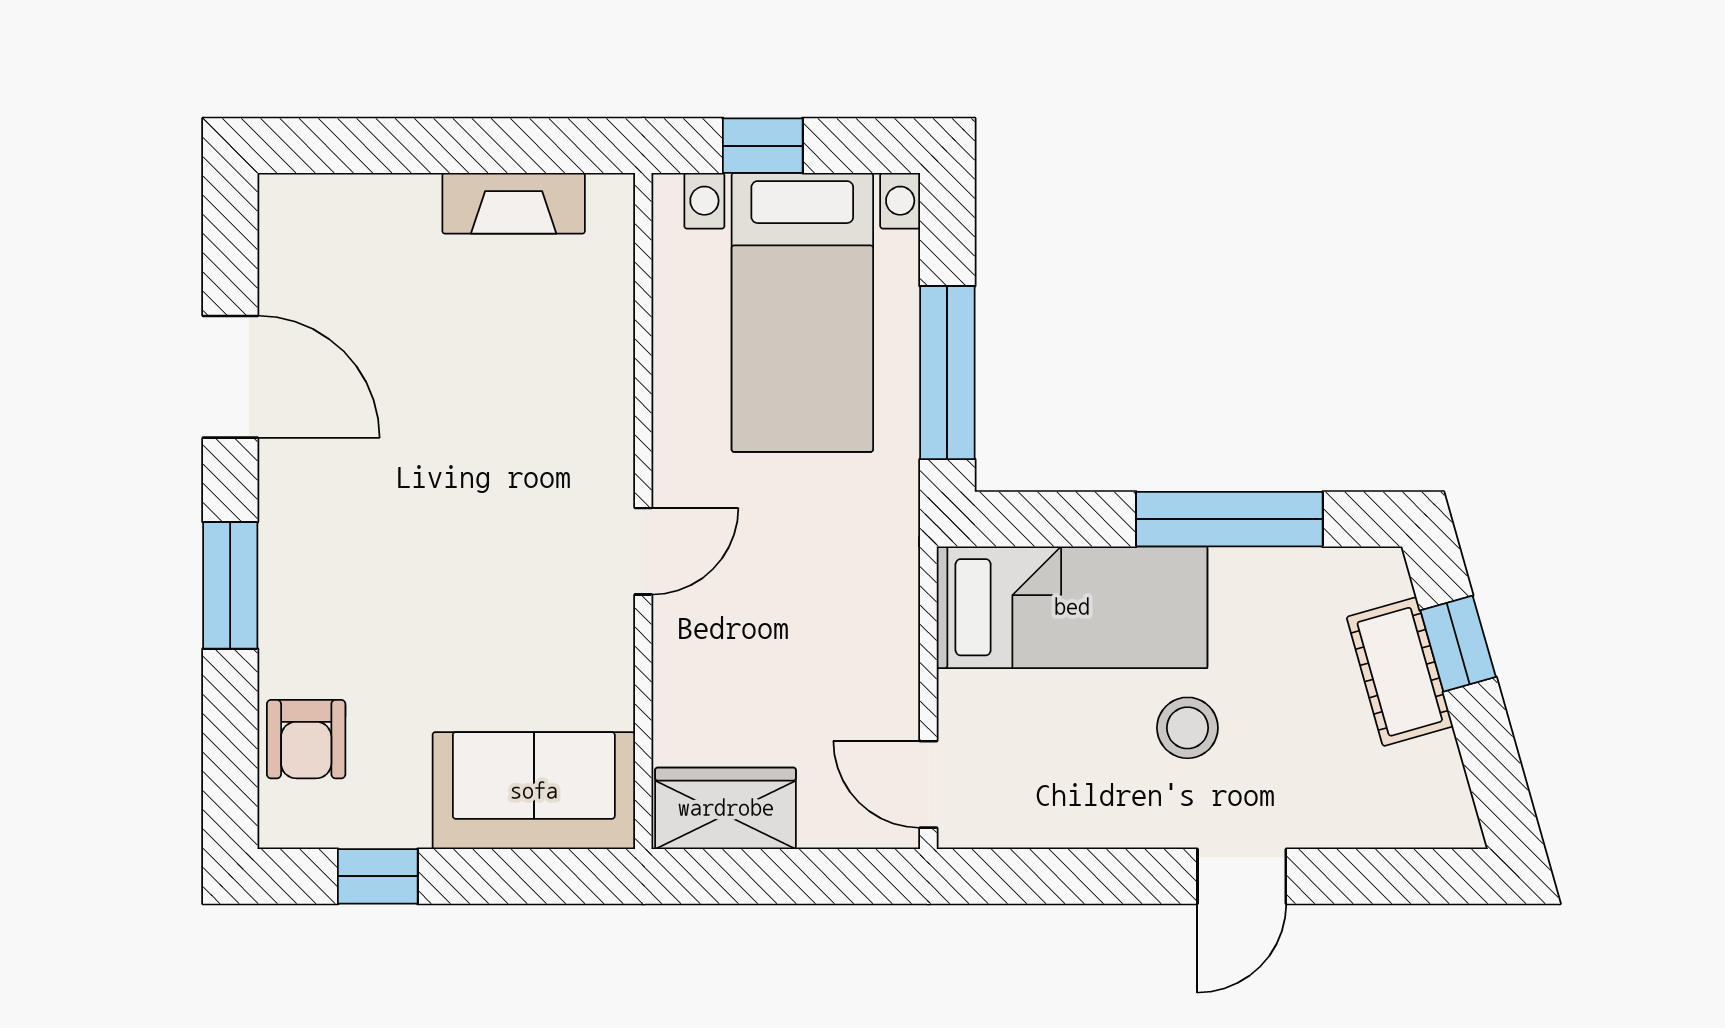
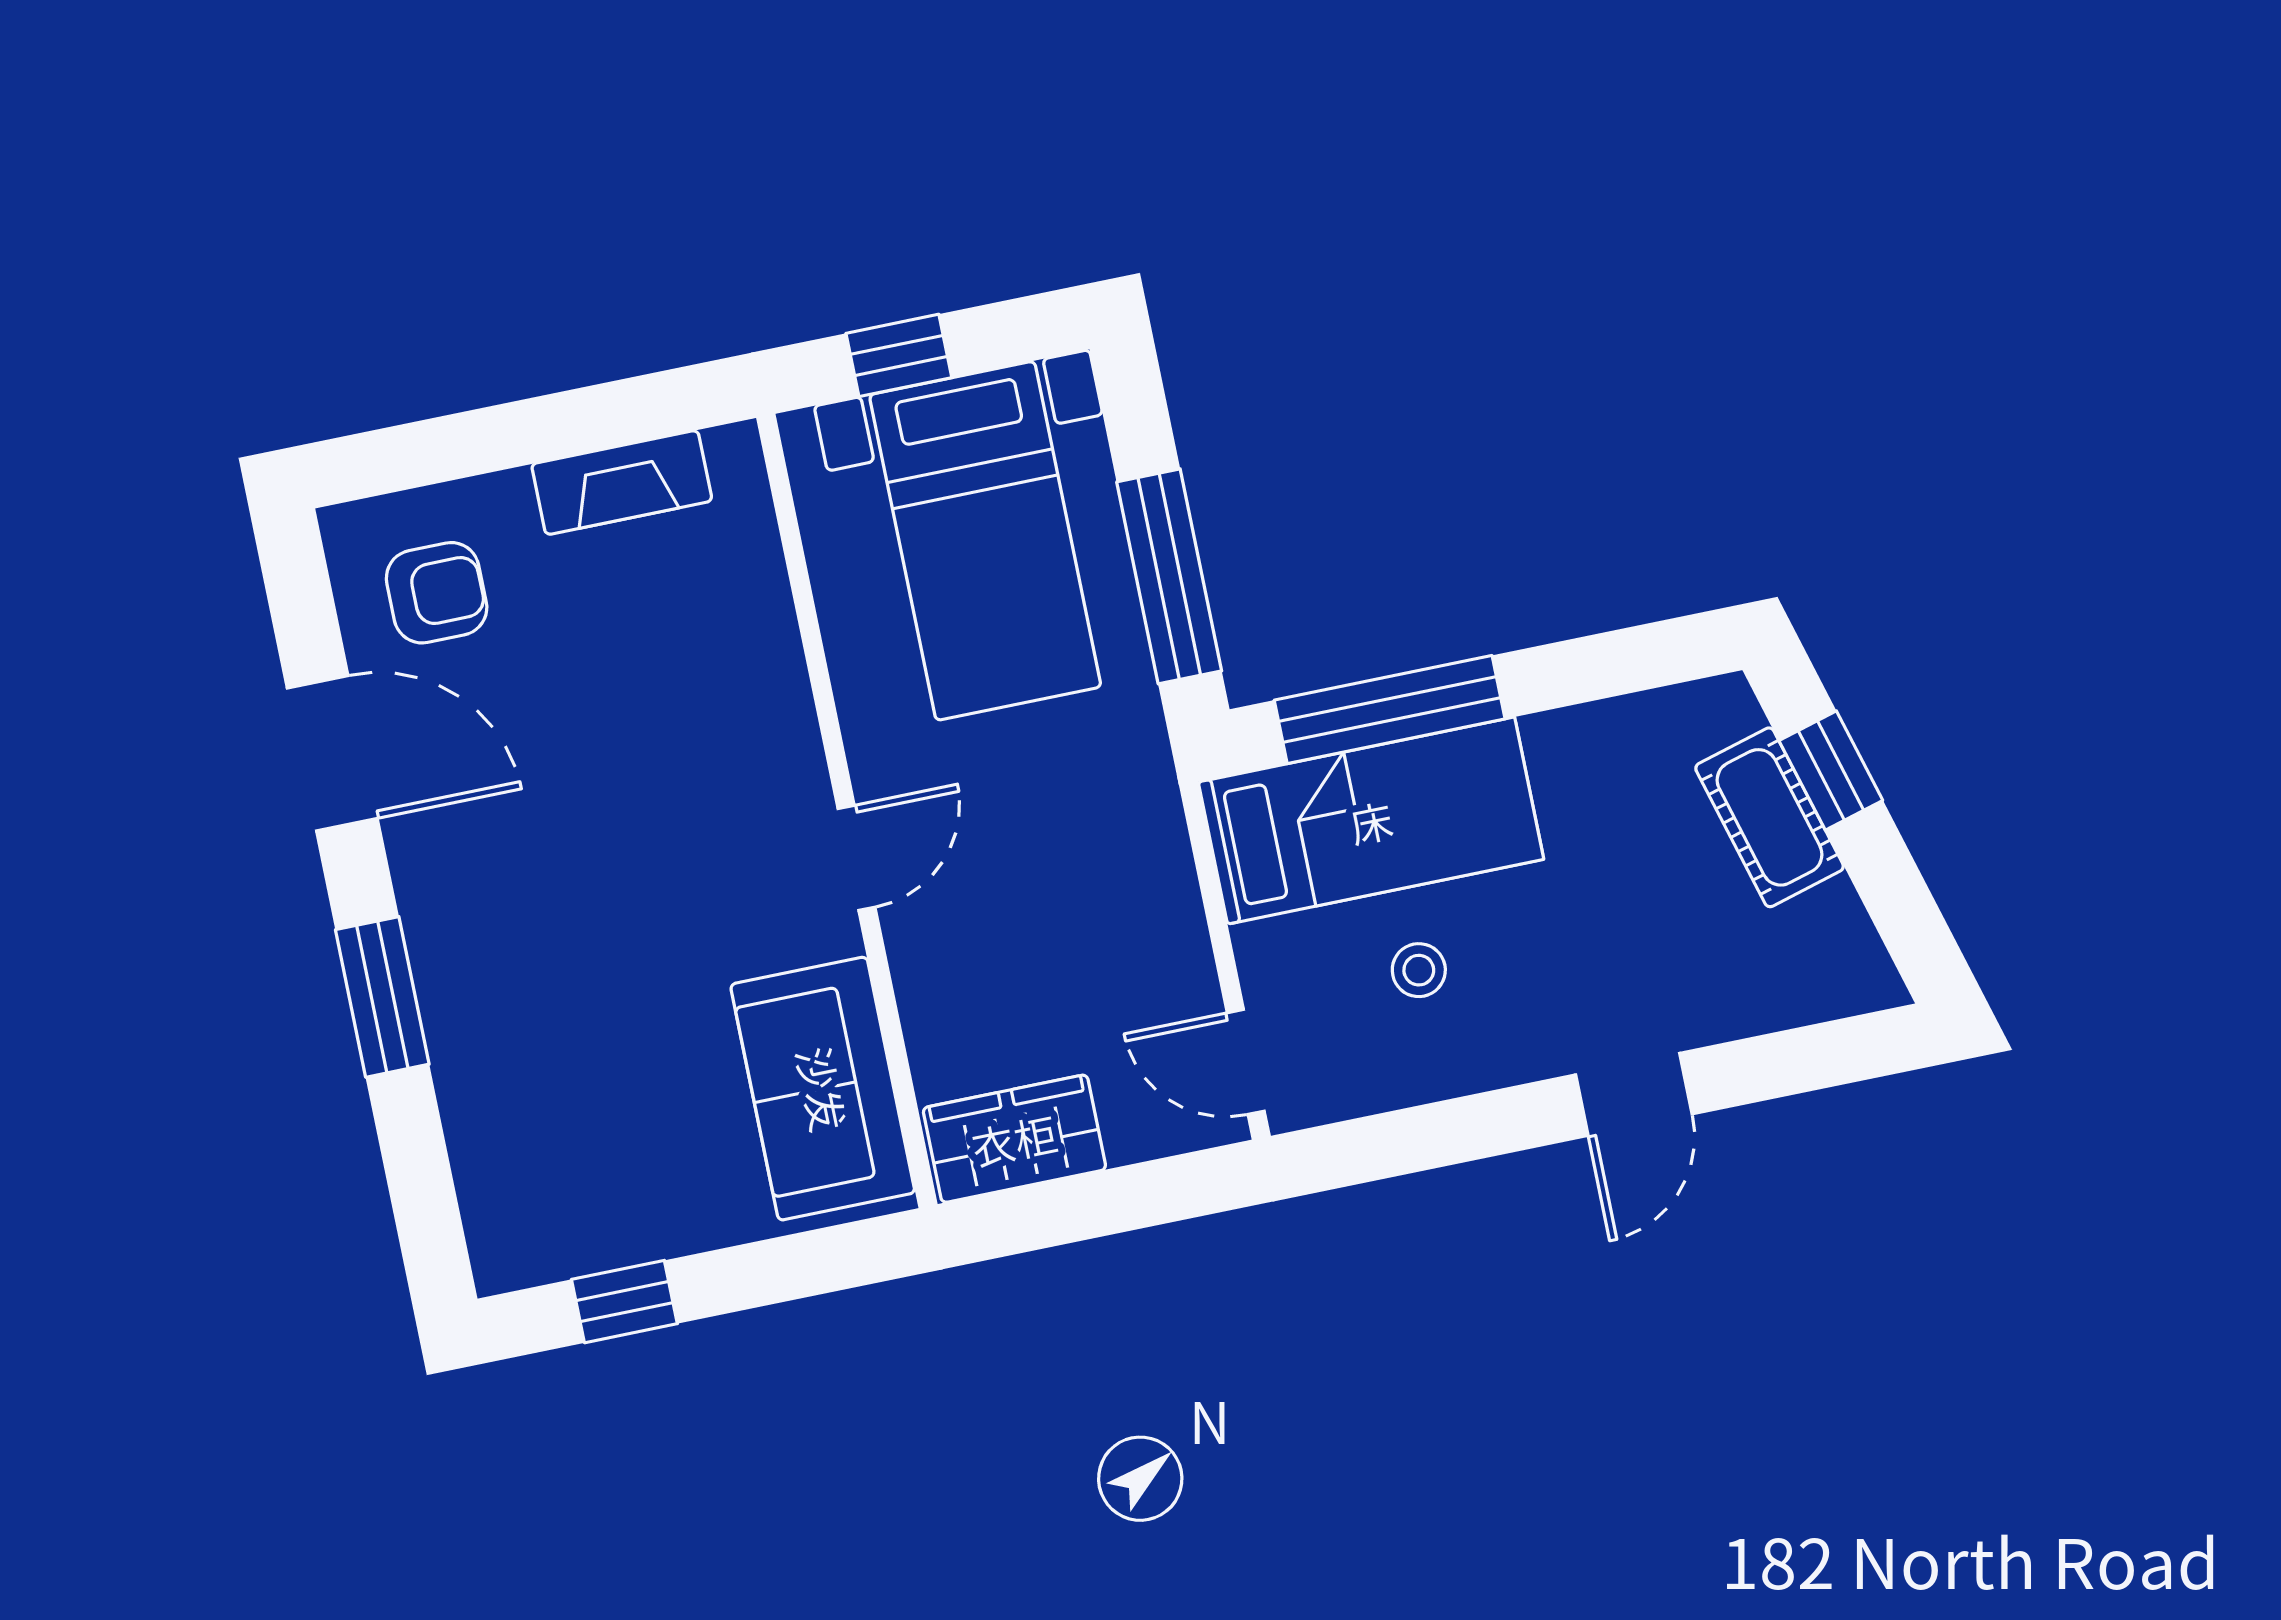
window: (1229, 519) -> (1390, 710), moved
stool: (1187, 728) -> (1419, 970), moved, width x0.73, depth x0.73
armchair: (306, 739) -> (437, 593), moved, turned -90
sofa: (534, 791) -> (823, 1089), moved, turned -90

